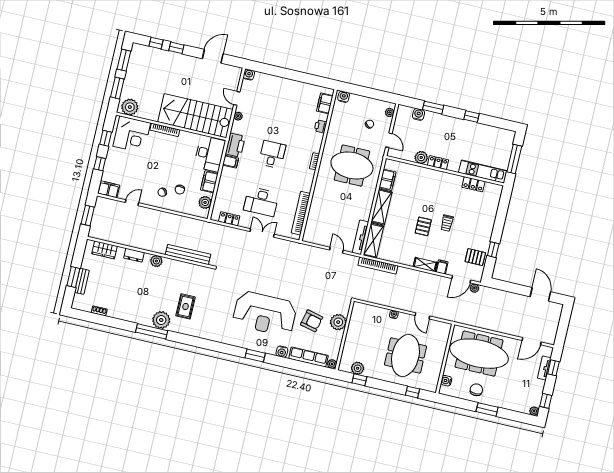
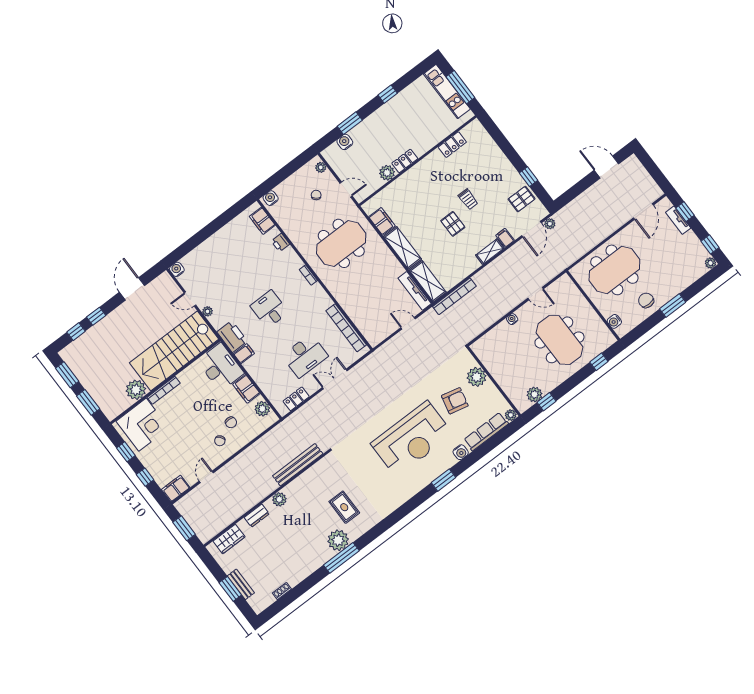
plant: (130, 107) -> (136, 390), moved
kitchen unit: (483, 172) -> (447, 91), moved, turned -90
meeting table: (479, 354) -> (614, 270), width x0.73

